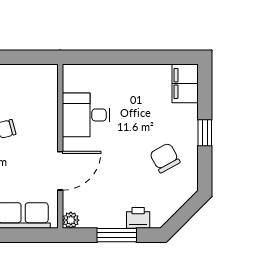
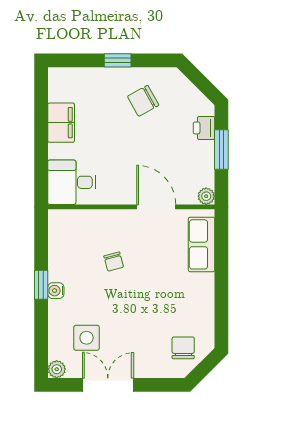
filing cabinet: (185, 83) -> (61, 123), moved, turned -90
desk: (86, 115) -> (72, 182), moved, turned 90

